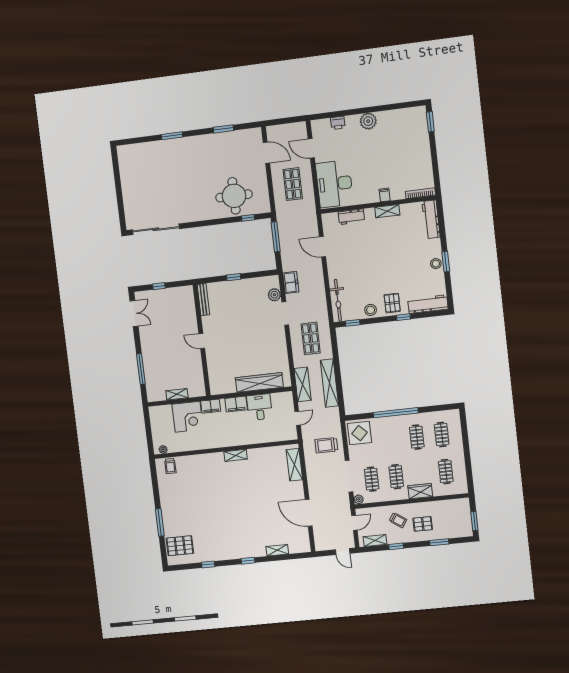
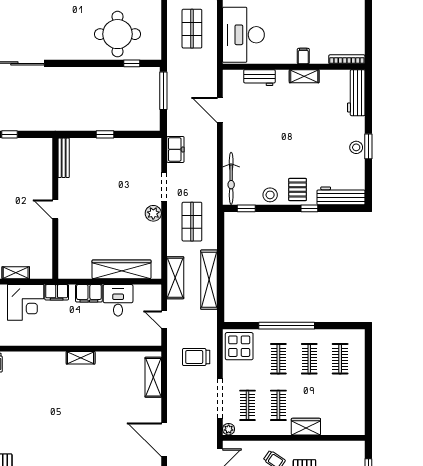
plant: (274, 295) -> (153, 213), moved
door: (298, 418) -> (164, 319), swing flipped
clothes rail: (446, 472) -> (278, 359), moved

